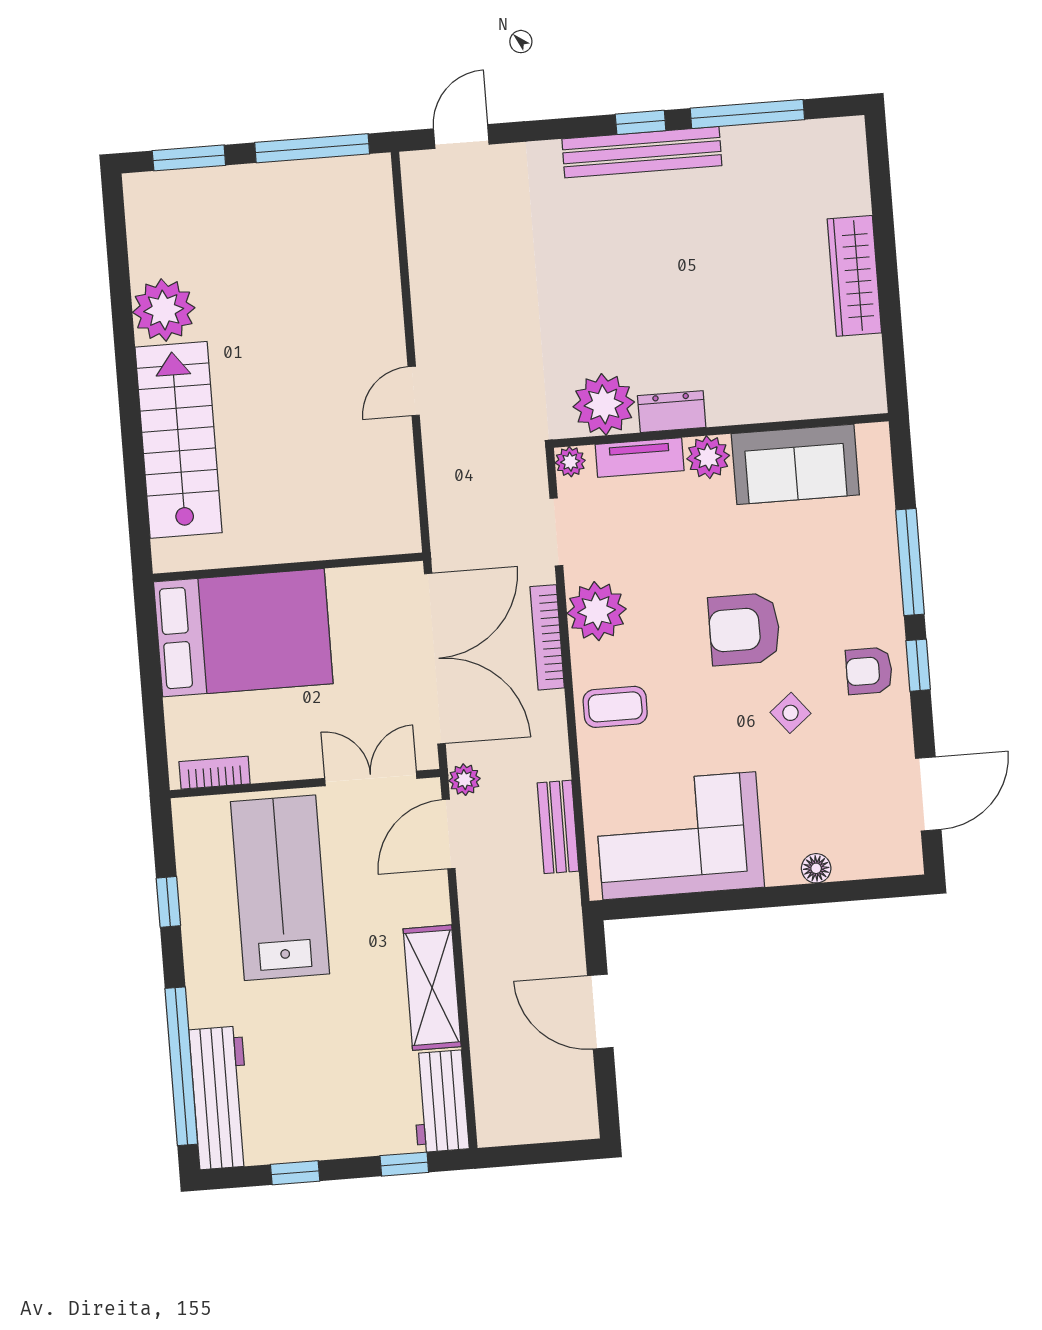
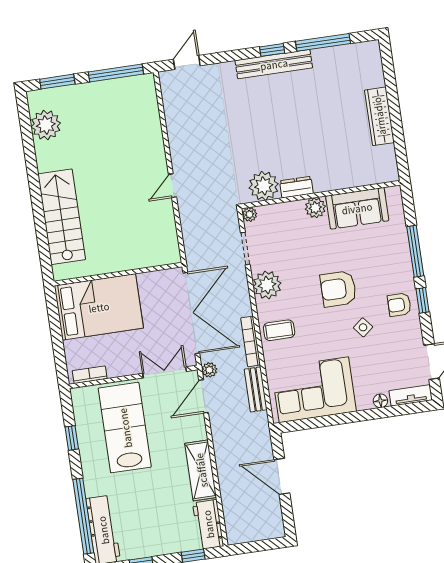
plant: (164, 310) -> (46, 125), moved
tv unit: (640, 457) -> (411, 395), moved, turned 180
bookcase: (547, 637) -> (251, 341), moved

